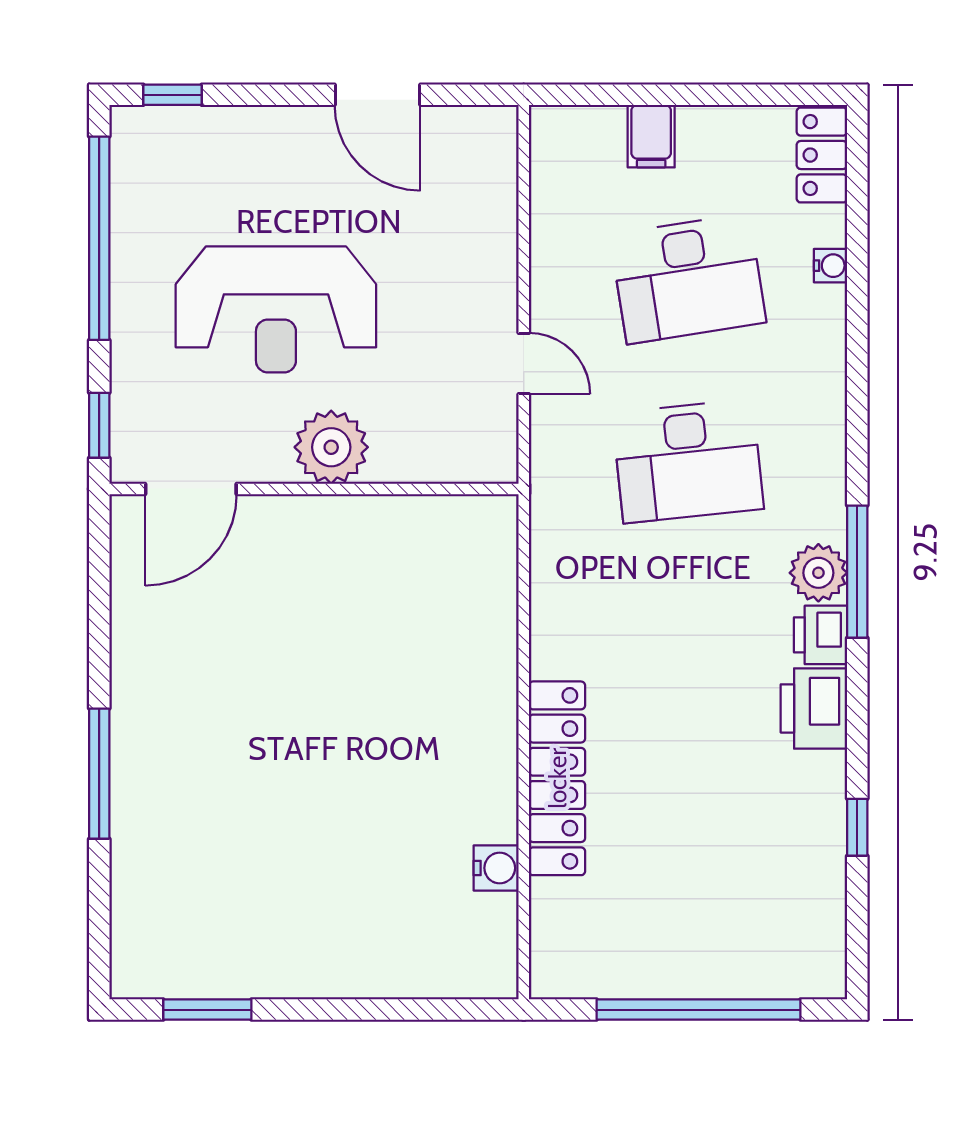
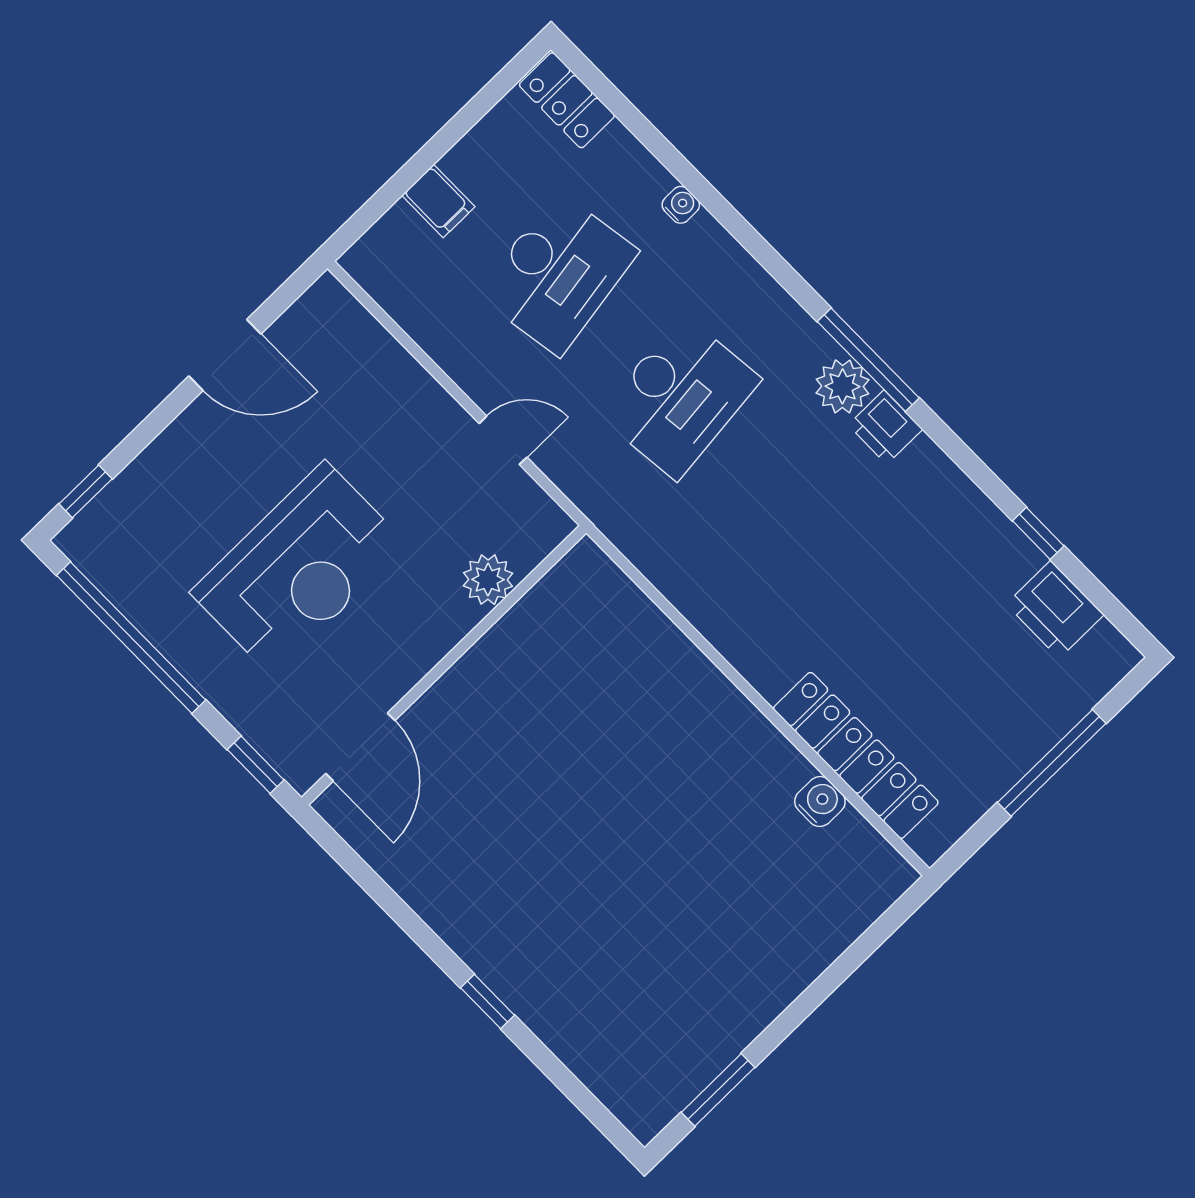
water cooler: (831, 266) -> (681, 205), moved
plant: (331, 447) -> (488, 580), moved, width x0.73, depth x0.73
printer: (814, 708) -> (1055, 609), moved
window: (99, 774) -> (487, 1001), width x0.46
locker: (557, 778) -> (856, 755), moved
window: (699, 1010) -> (1052, 763), width x0.68

